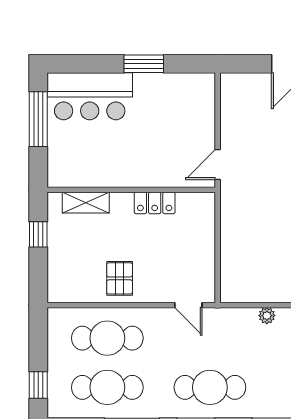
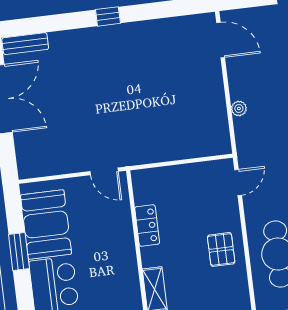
booth: (169, 96) -> (46, 224), added
pallet: (120, 278) -> (221, 249), turned 90

